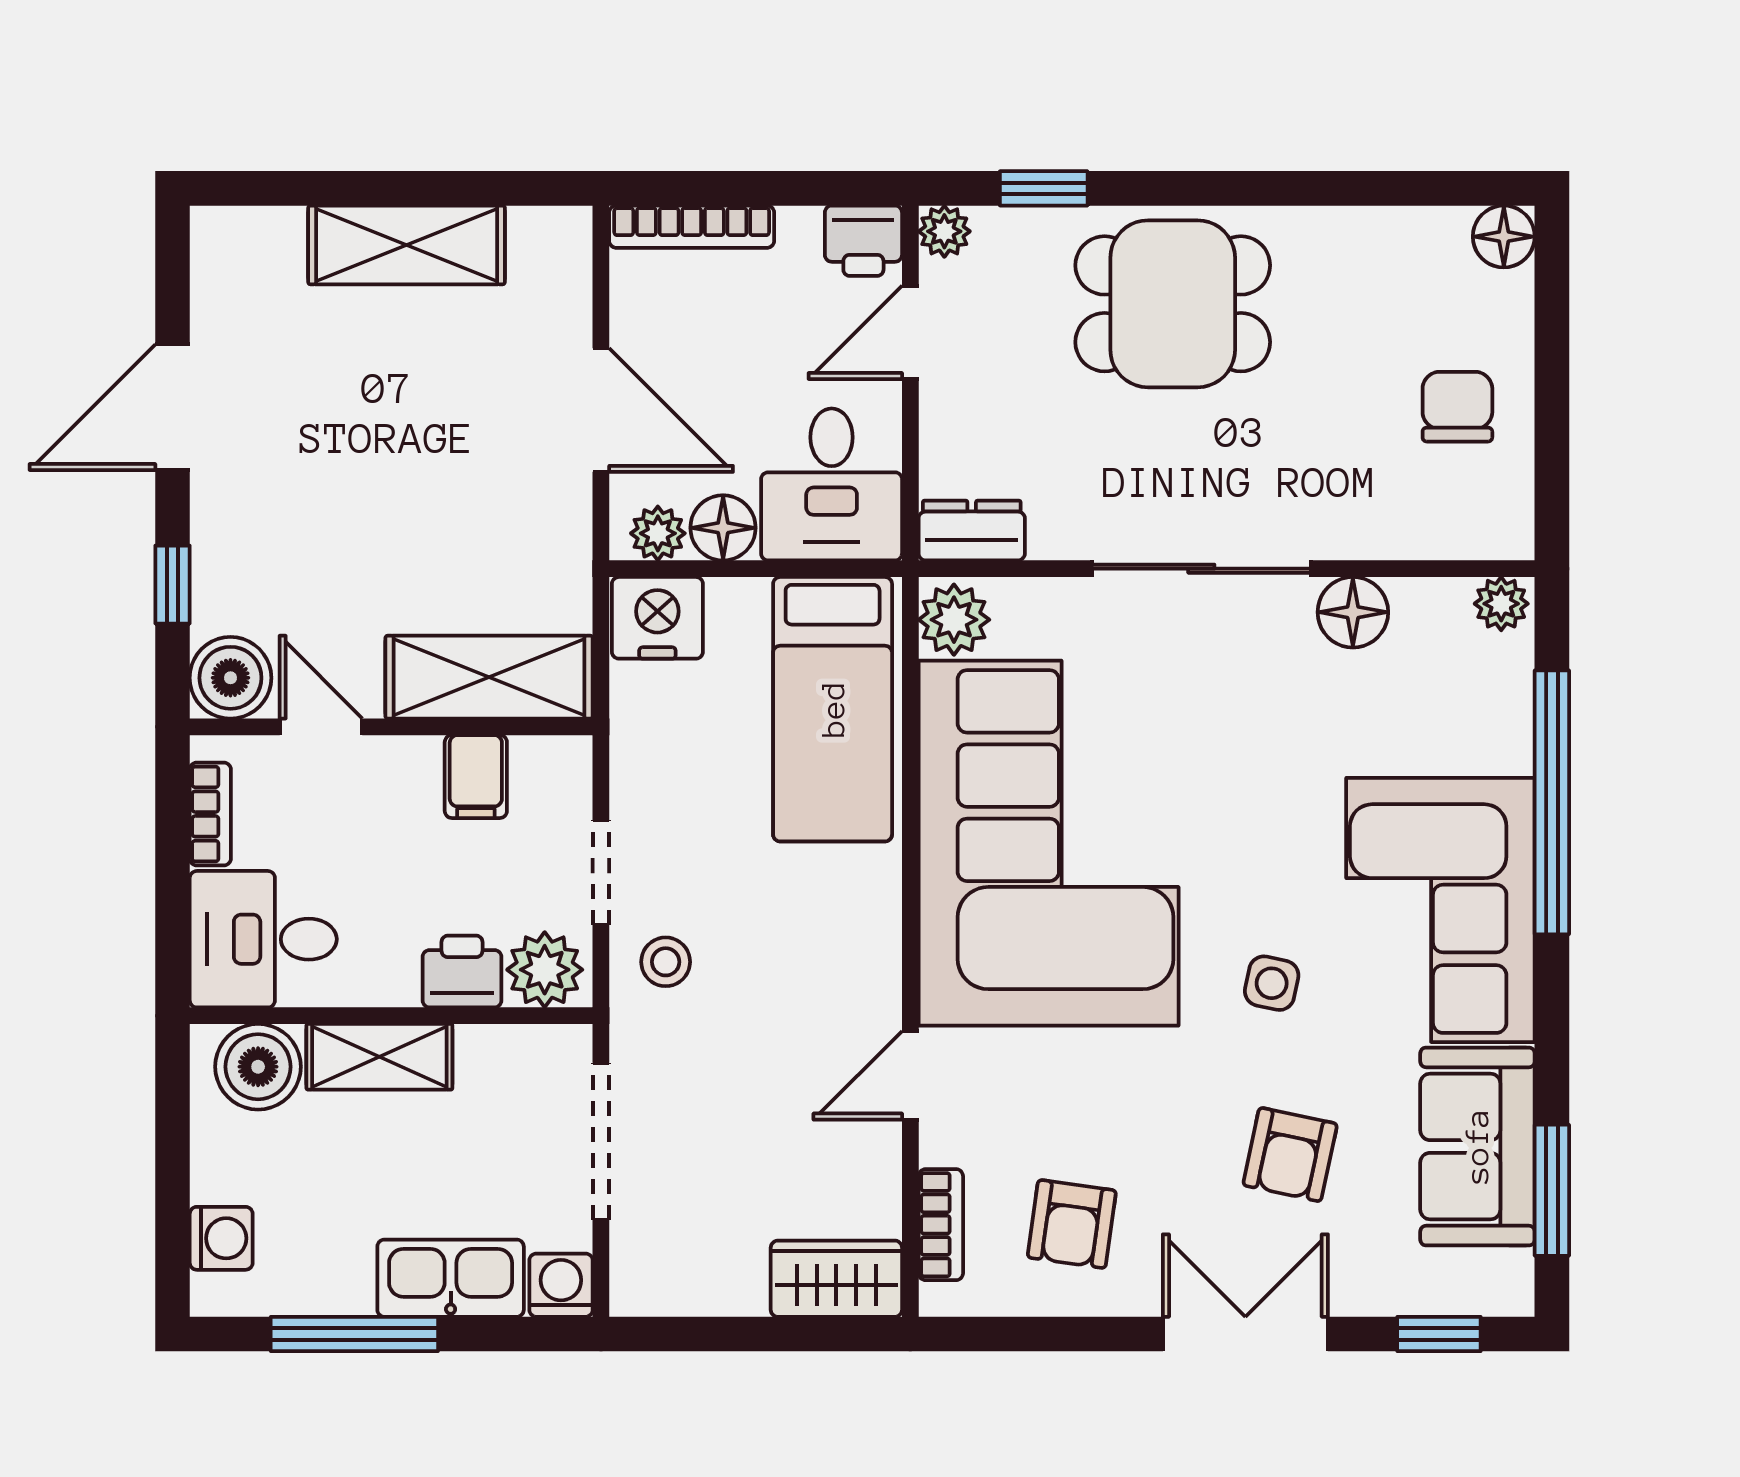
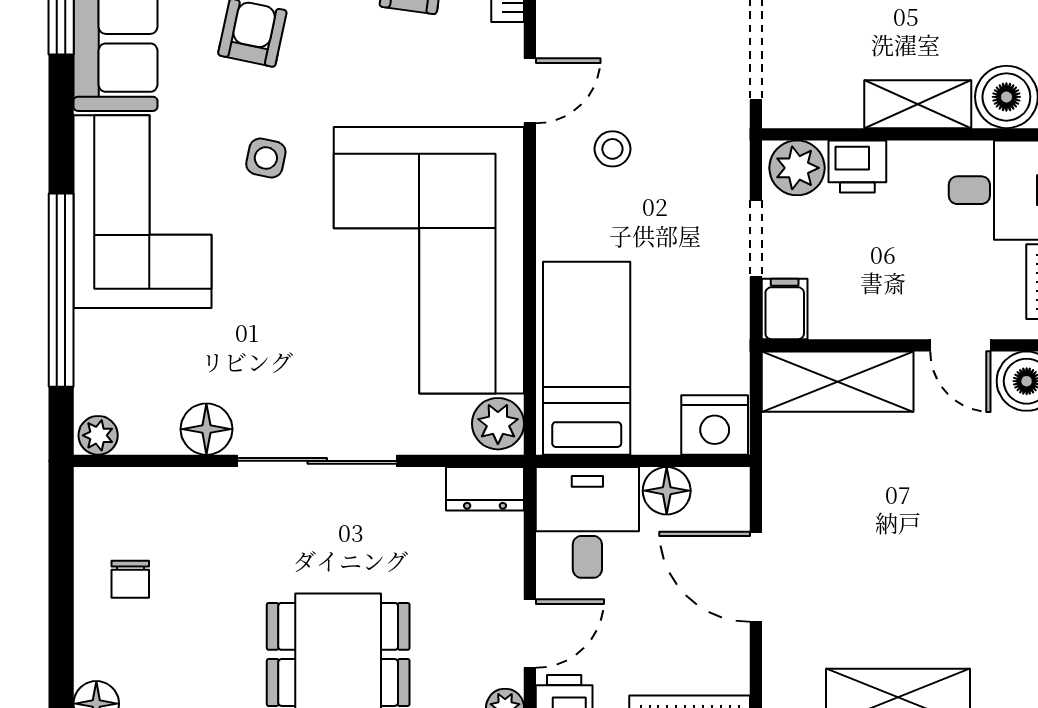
chair: (1457, 407) -> (130, 579), width x0.73, depth x0.73
plant: (658, 533) -> (714, 487), removed
filing cabinet: (476, 777) -> (785, 309), moved
stool: (666, 962) -> (612, 149), moved

